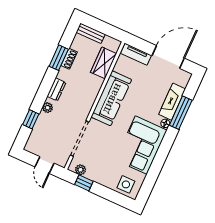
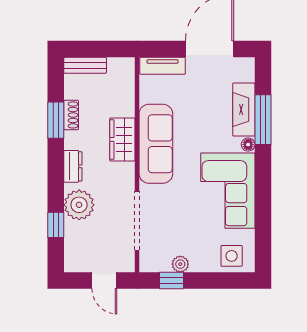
wardrobe: (104, 63) -> (122, 139), moved
plant: (48, 108) -> (79, 205), width x1.88, depth x1.88
plant: (81, 170) -> (180, 264), moved

